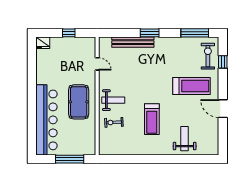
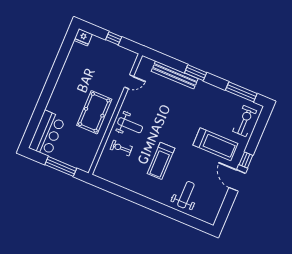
window: (223, 62) -> (246, 160), moved
door: (97, 64) -> (129, 82), hinge flipped
bar counter: (46, 120) -> (47, 133), width x0.54

